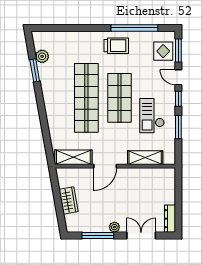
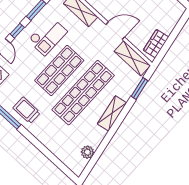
window: (35, 70) -> (140, 88), moved
shelving: (50, 102) -> (112, 113), added
wardrobe: (68, 200) -> (156, 44), moved

